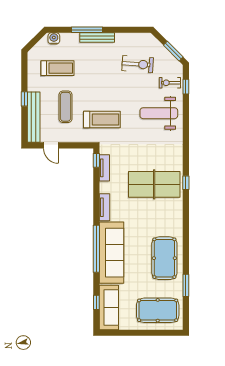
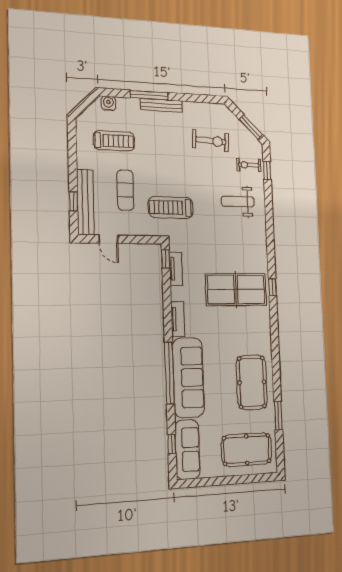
window: (24, 99) -> (73, 201), moved
weight bench: (159, 113) -> (238, 202), width x0.73, depth x0.75
treadmill: (102, 120) -> (171, 208), turned 180

